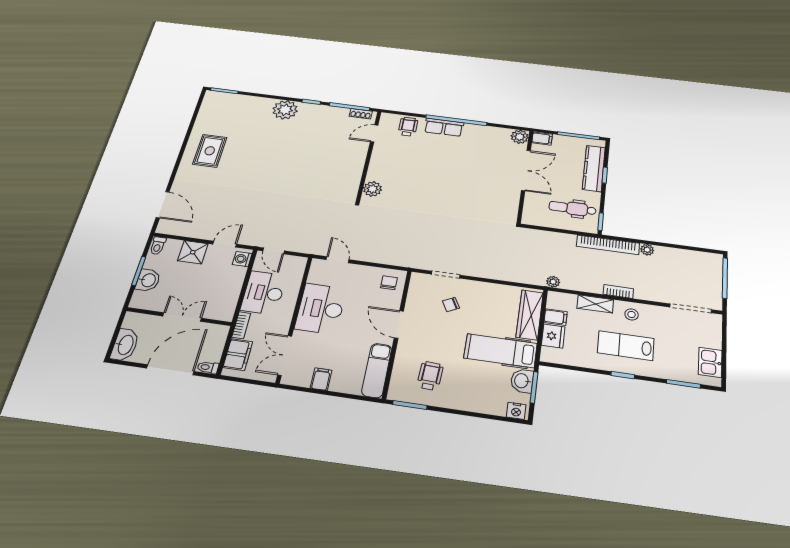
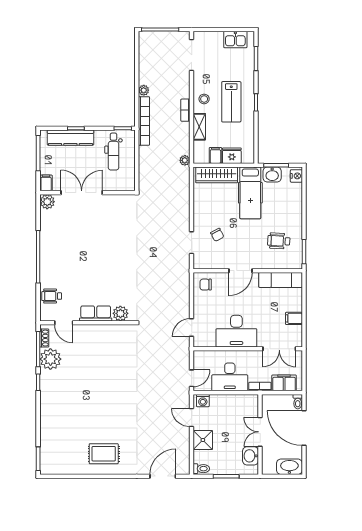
plant: (285, 110) -> (50, 359), moved
row of seats: (444, 127) -> (96, 313), moved, turned -90
washbasin: (148, 280) -> (251, 456), moved, turned -90

